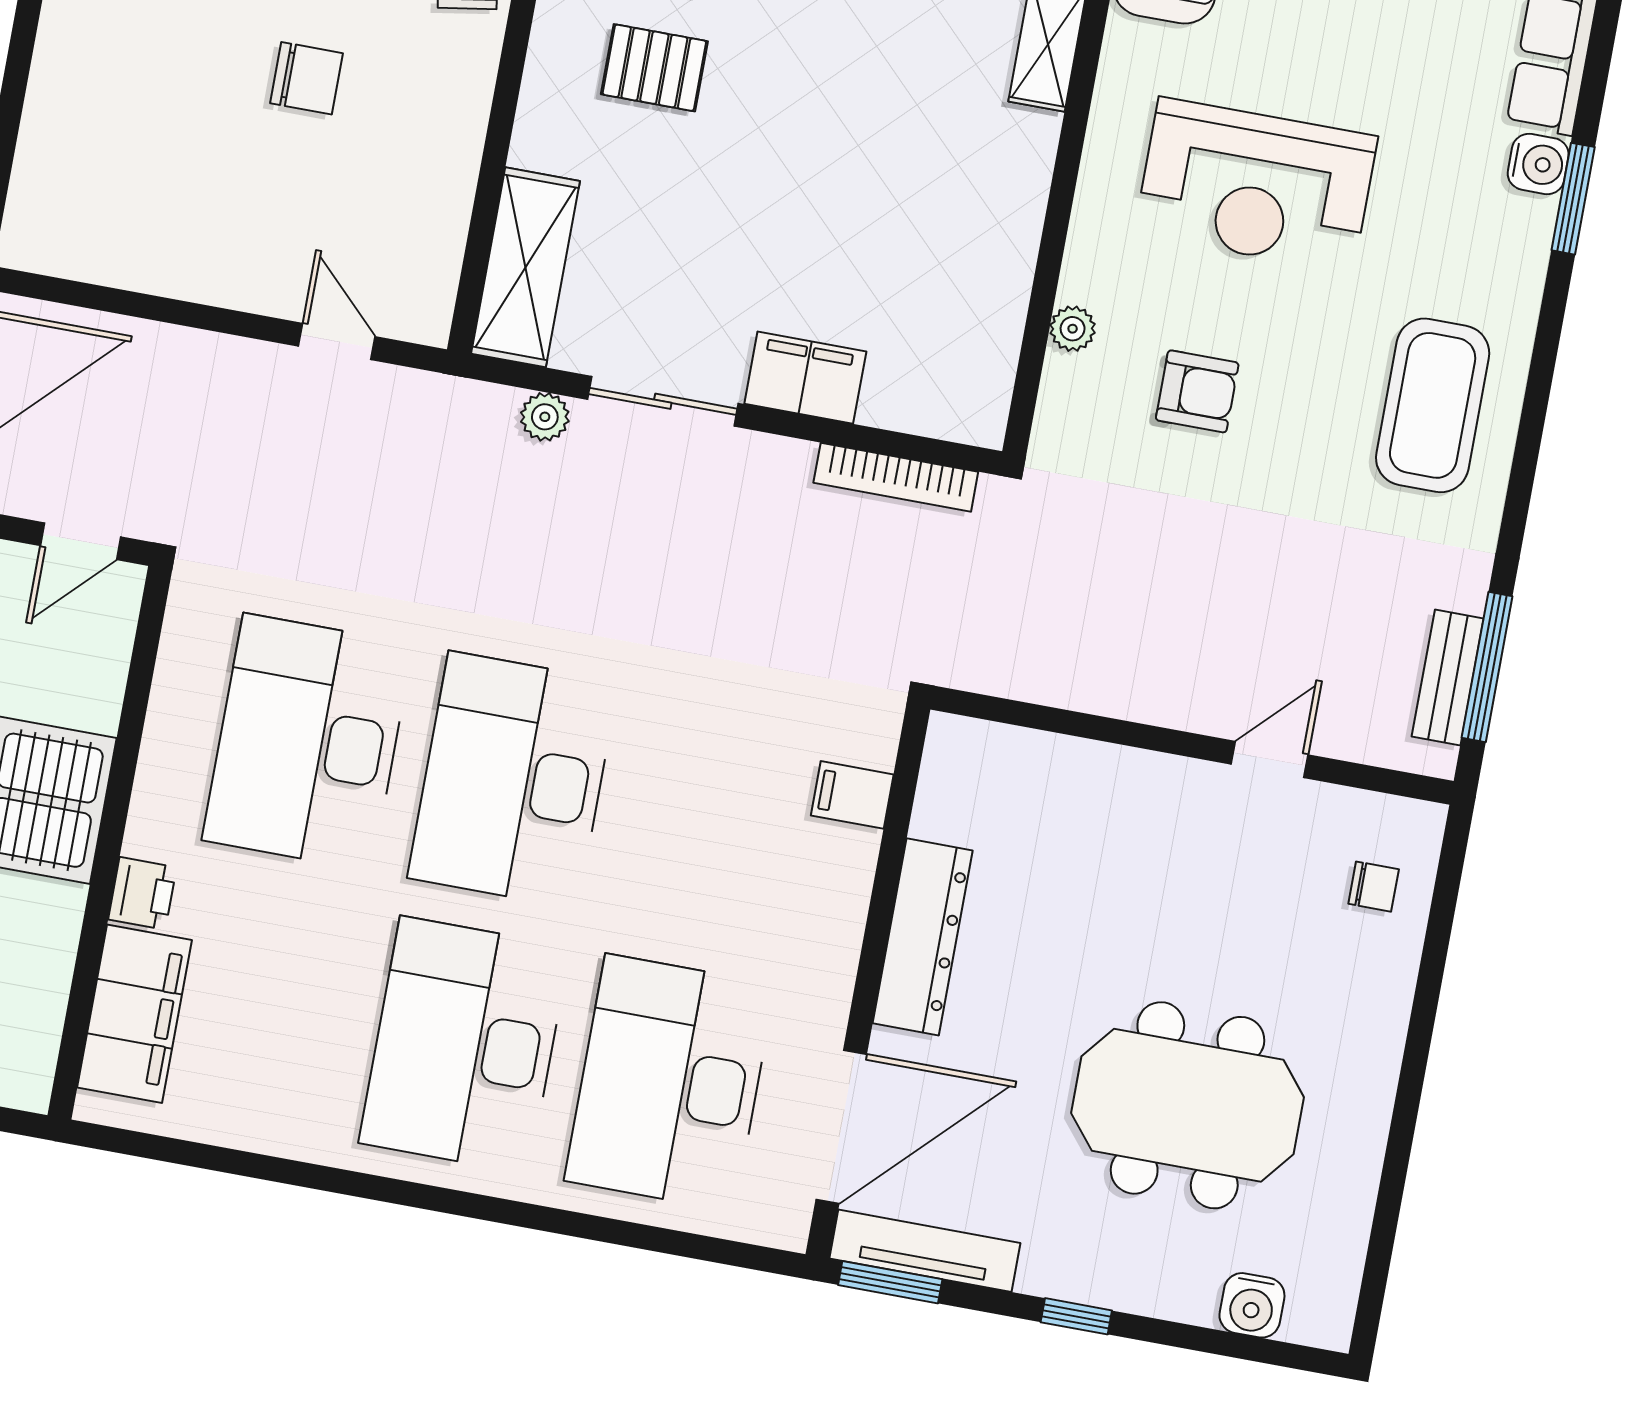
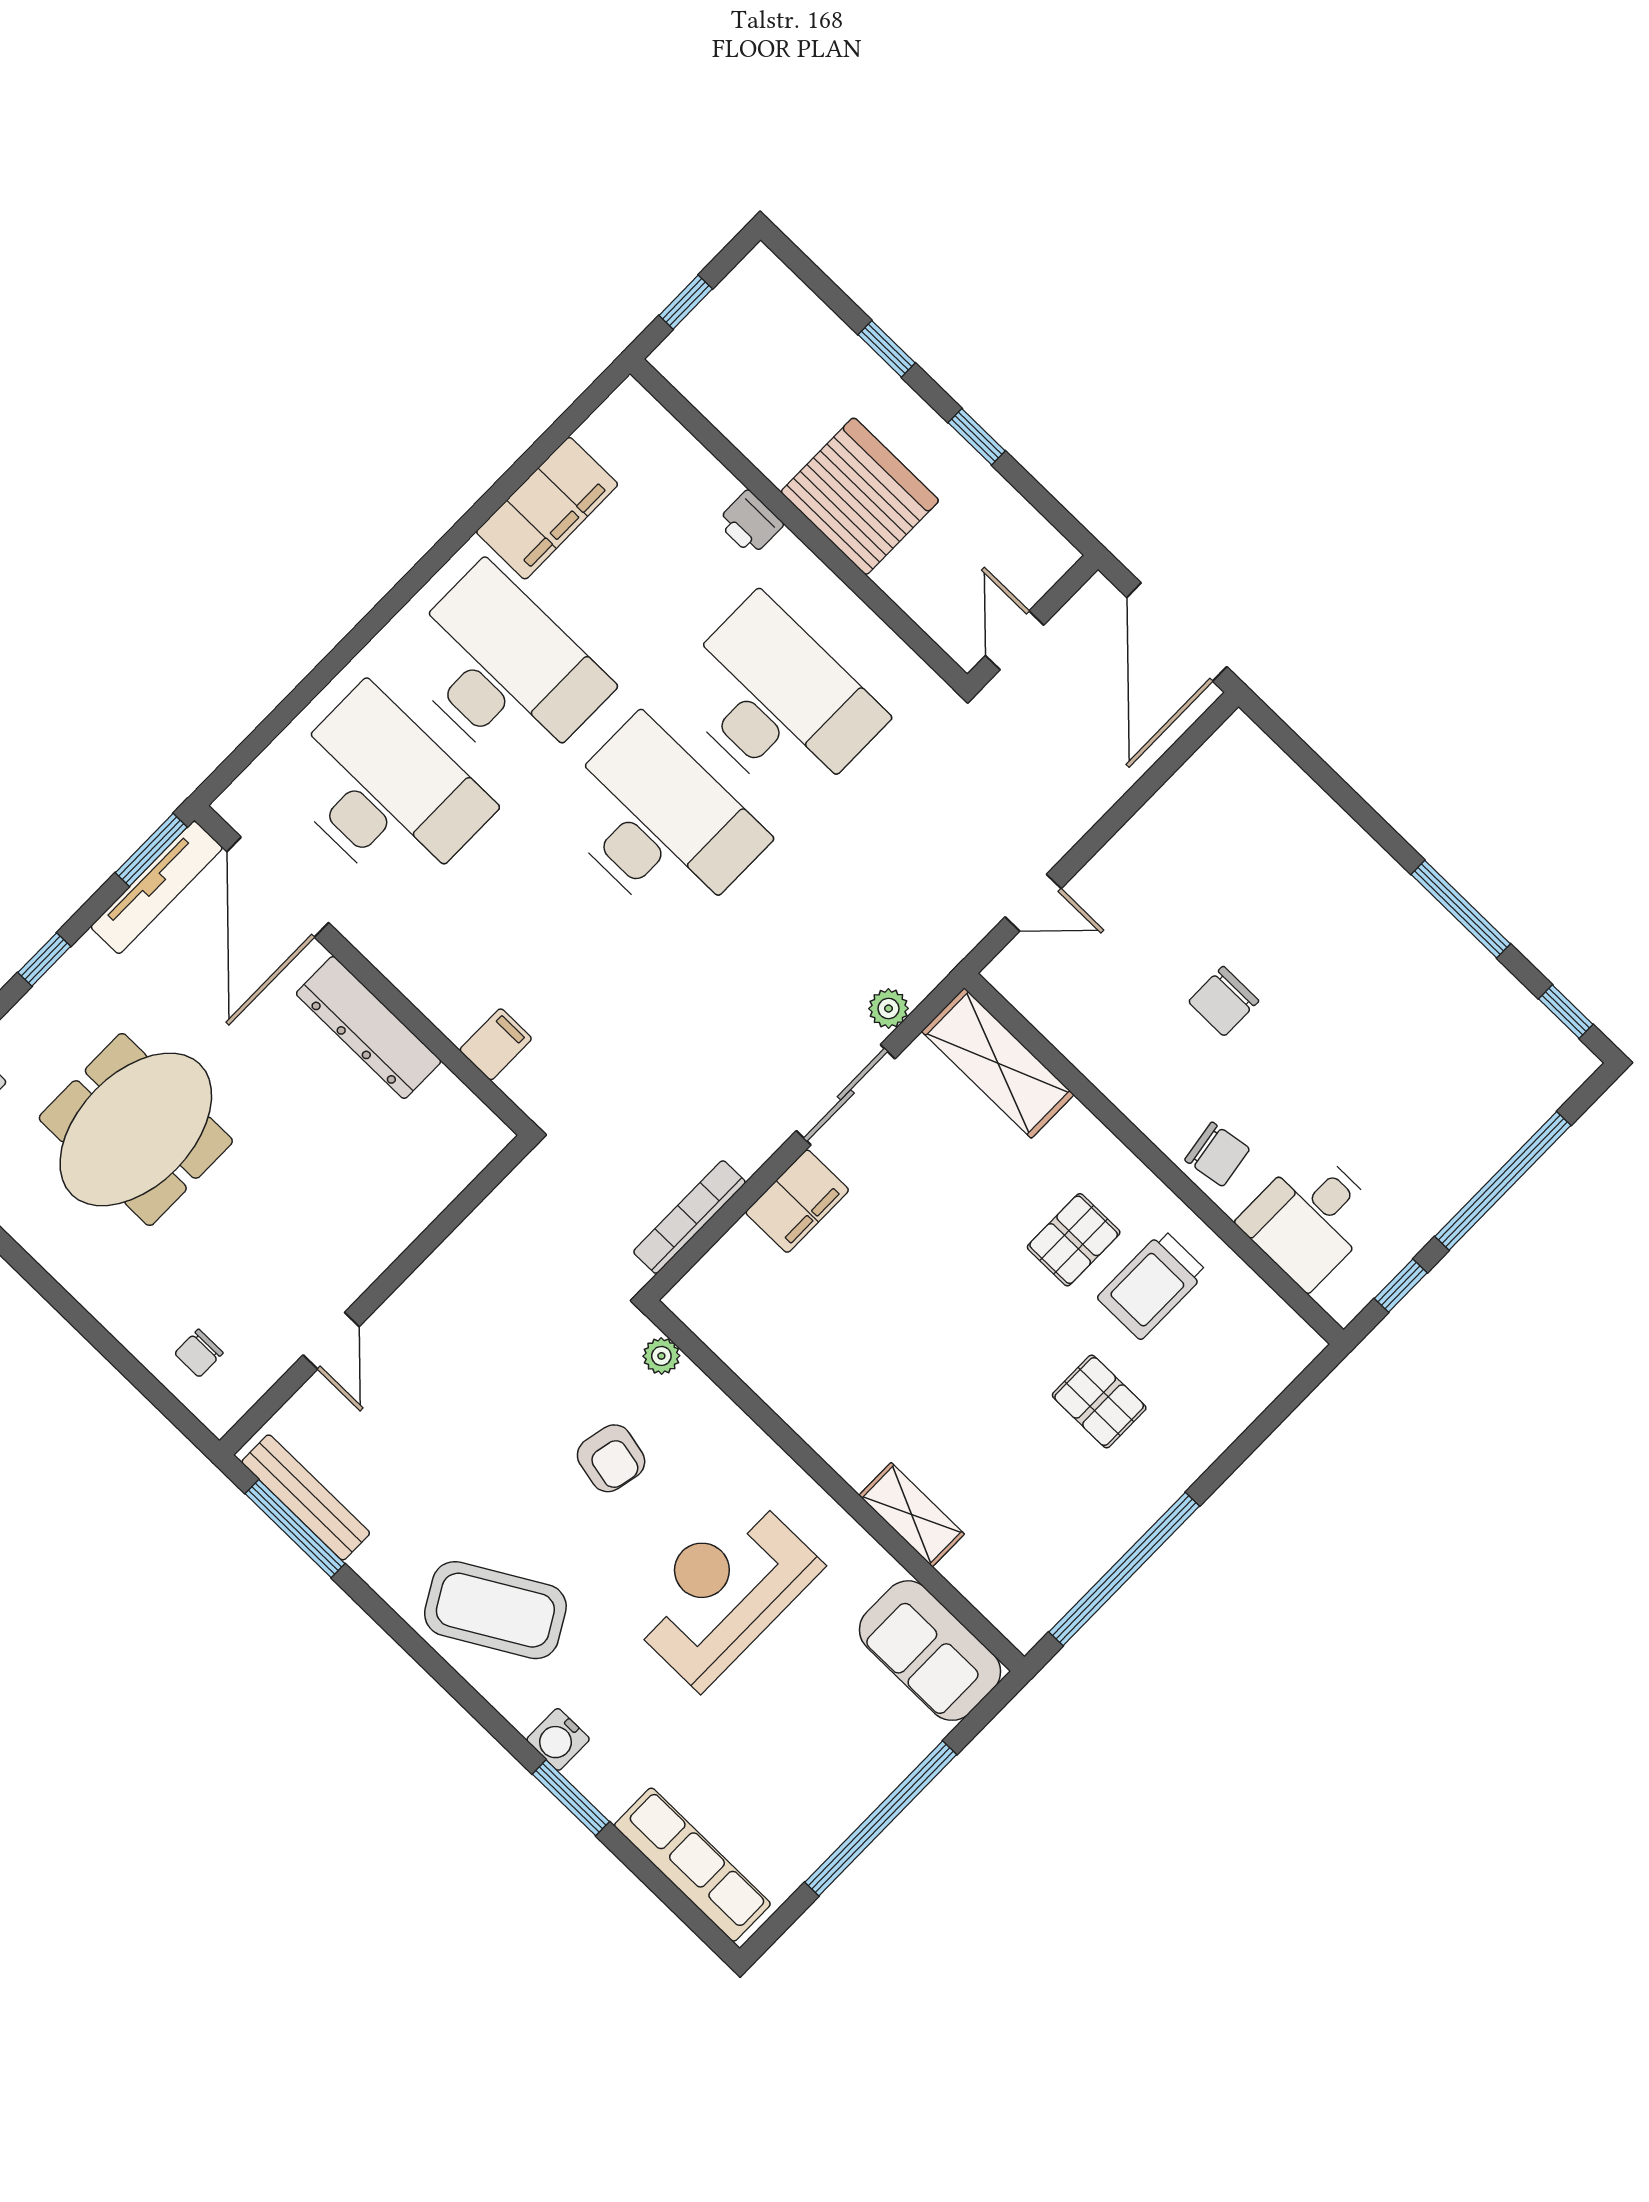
water cooler: (1538, 164) -> (558, 1739), moved
plant: (1073, 329) -> (661, 1356), moved
armchair: (1197, 391) -> (611, 1458), turned -78
coffee table: (1433, 405) -> (495, 1610), turned -30
bench: (1448, 677) -> (306, 1497), width x1.36
filing cabinet: (134, 1014) -> (547, 508), moved, turned -90

